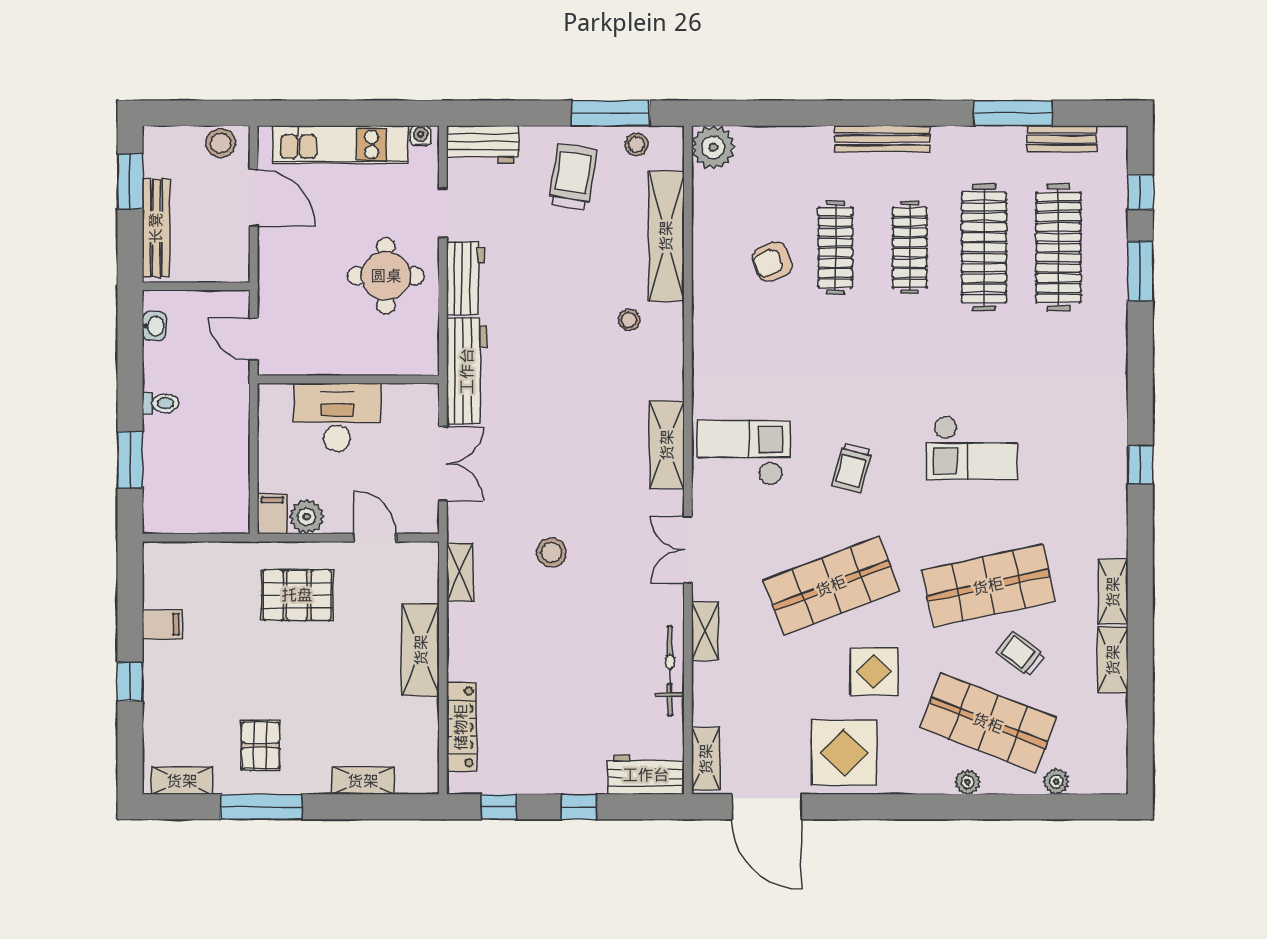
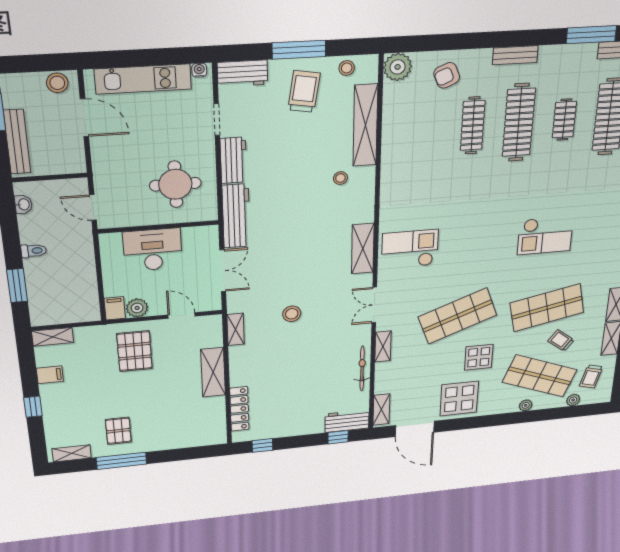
window: (611, 113) -> (299, 50), moved
bench: (882, 139) -> (515, 55), width x0.73
clothes rail: (910, 247) -> (519, 123), width x1.37, depth x1.31
clothes rail: (984, 247) -> (564, 120), width x0.54, depth x0.76
armchair: (772, 262) -> (447, 75), moved
round table: (386, 276) -> (175, 184), moved
trolley: (852, 468) -> (591, 376), moved
pallet: (297, 595) -> (134, 351), turned 90
shelving: (363, 781) -> (53, 337), moved
window: (579, 807) -> (338, 437), moved

